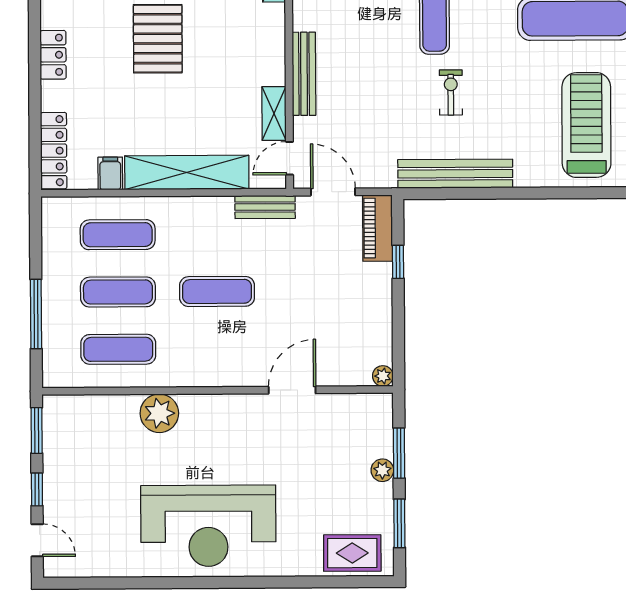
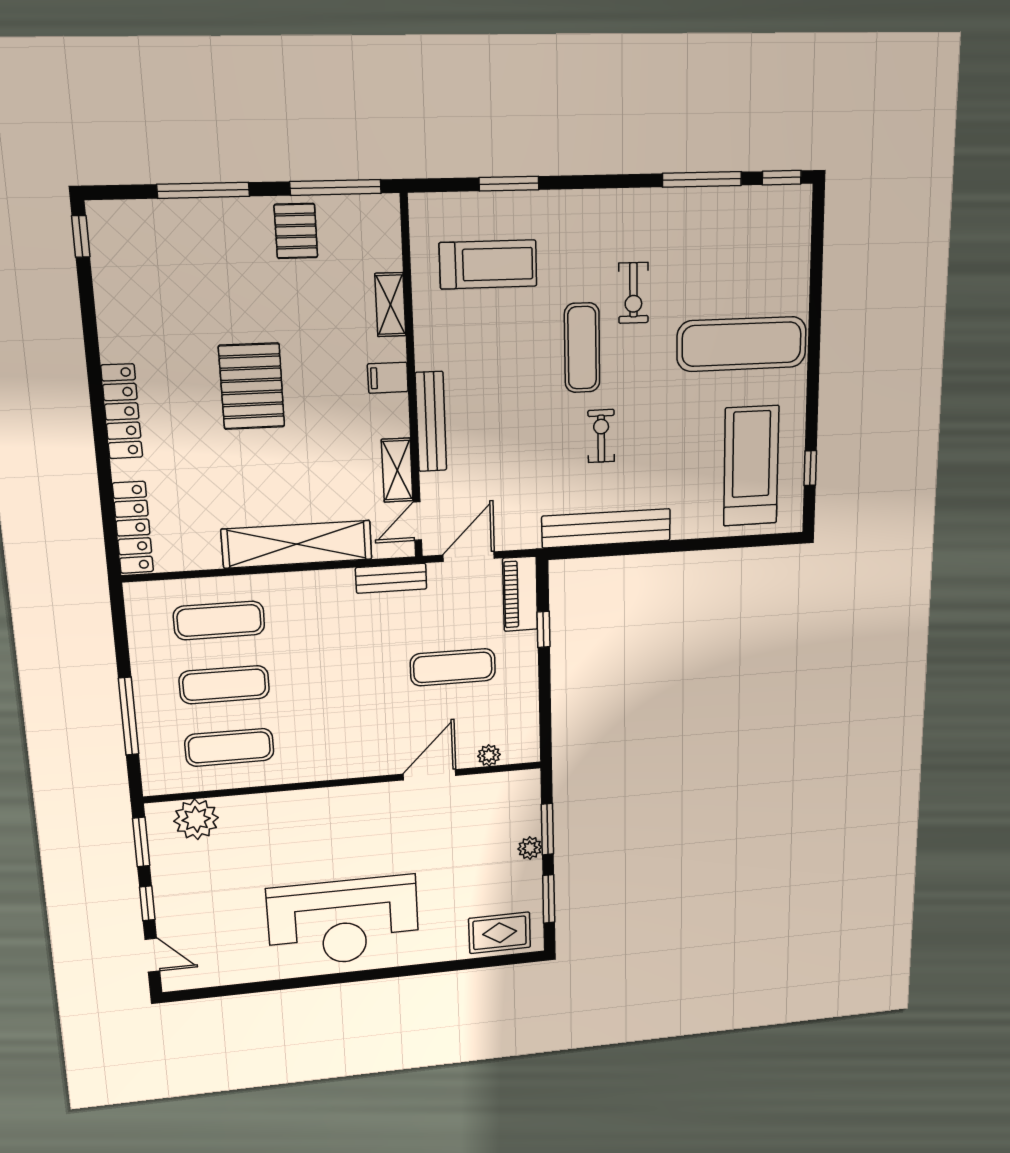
locker: (53, 55) -> (122, 411), width x1.53
filing cabinet: (110, 173) -> (388, 378), moved, turned -90
door: (333, 192) -> (469, 557), hinge flipped
exercise mat: (217, 291) -> (453, 667), moved
plant: (383, 376) -> (489, 755), moved
plant: (159, 413) -> (196, 819), moved

